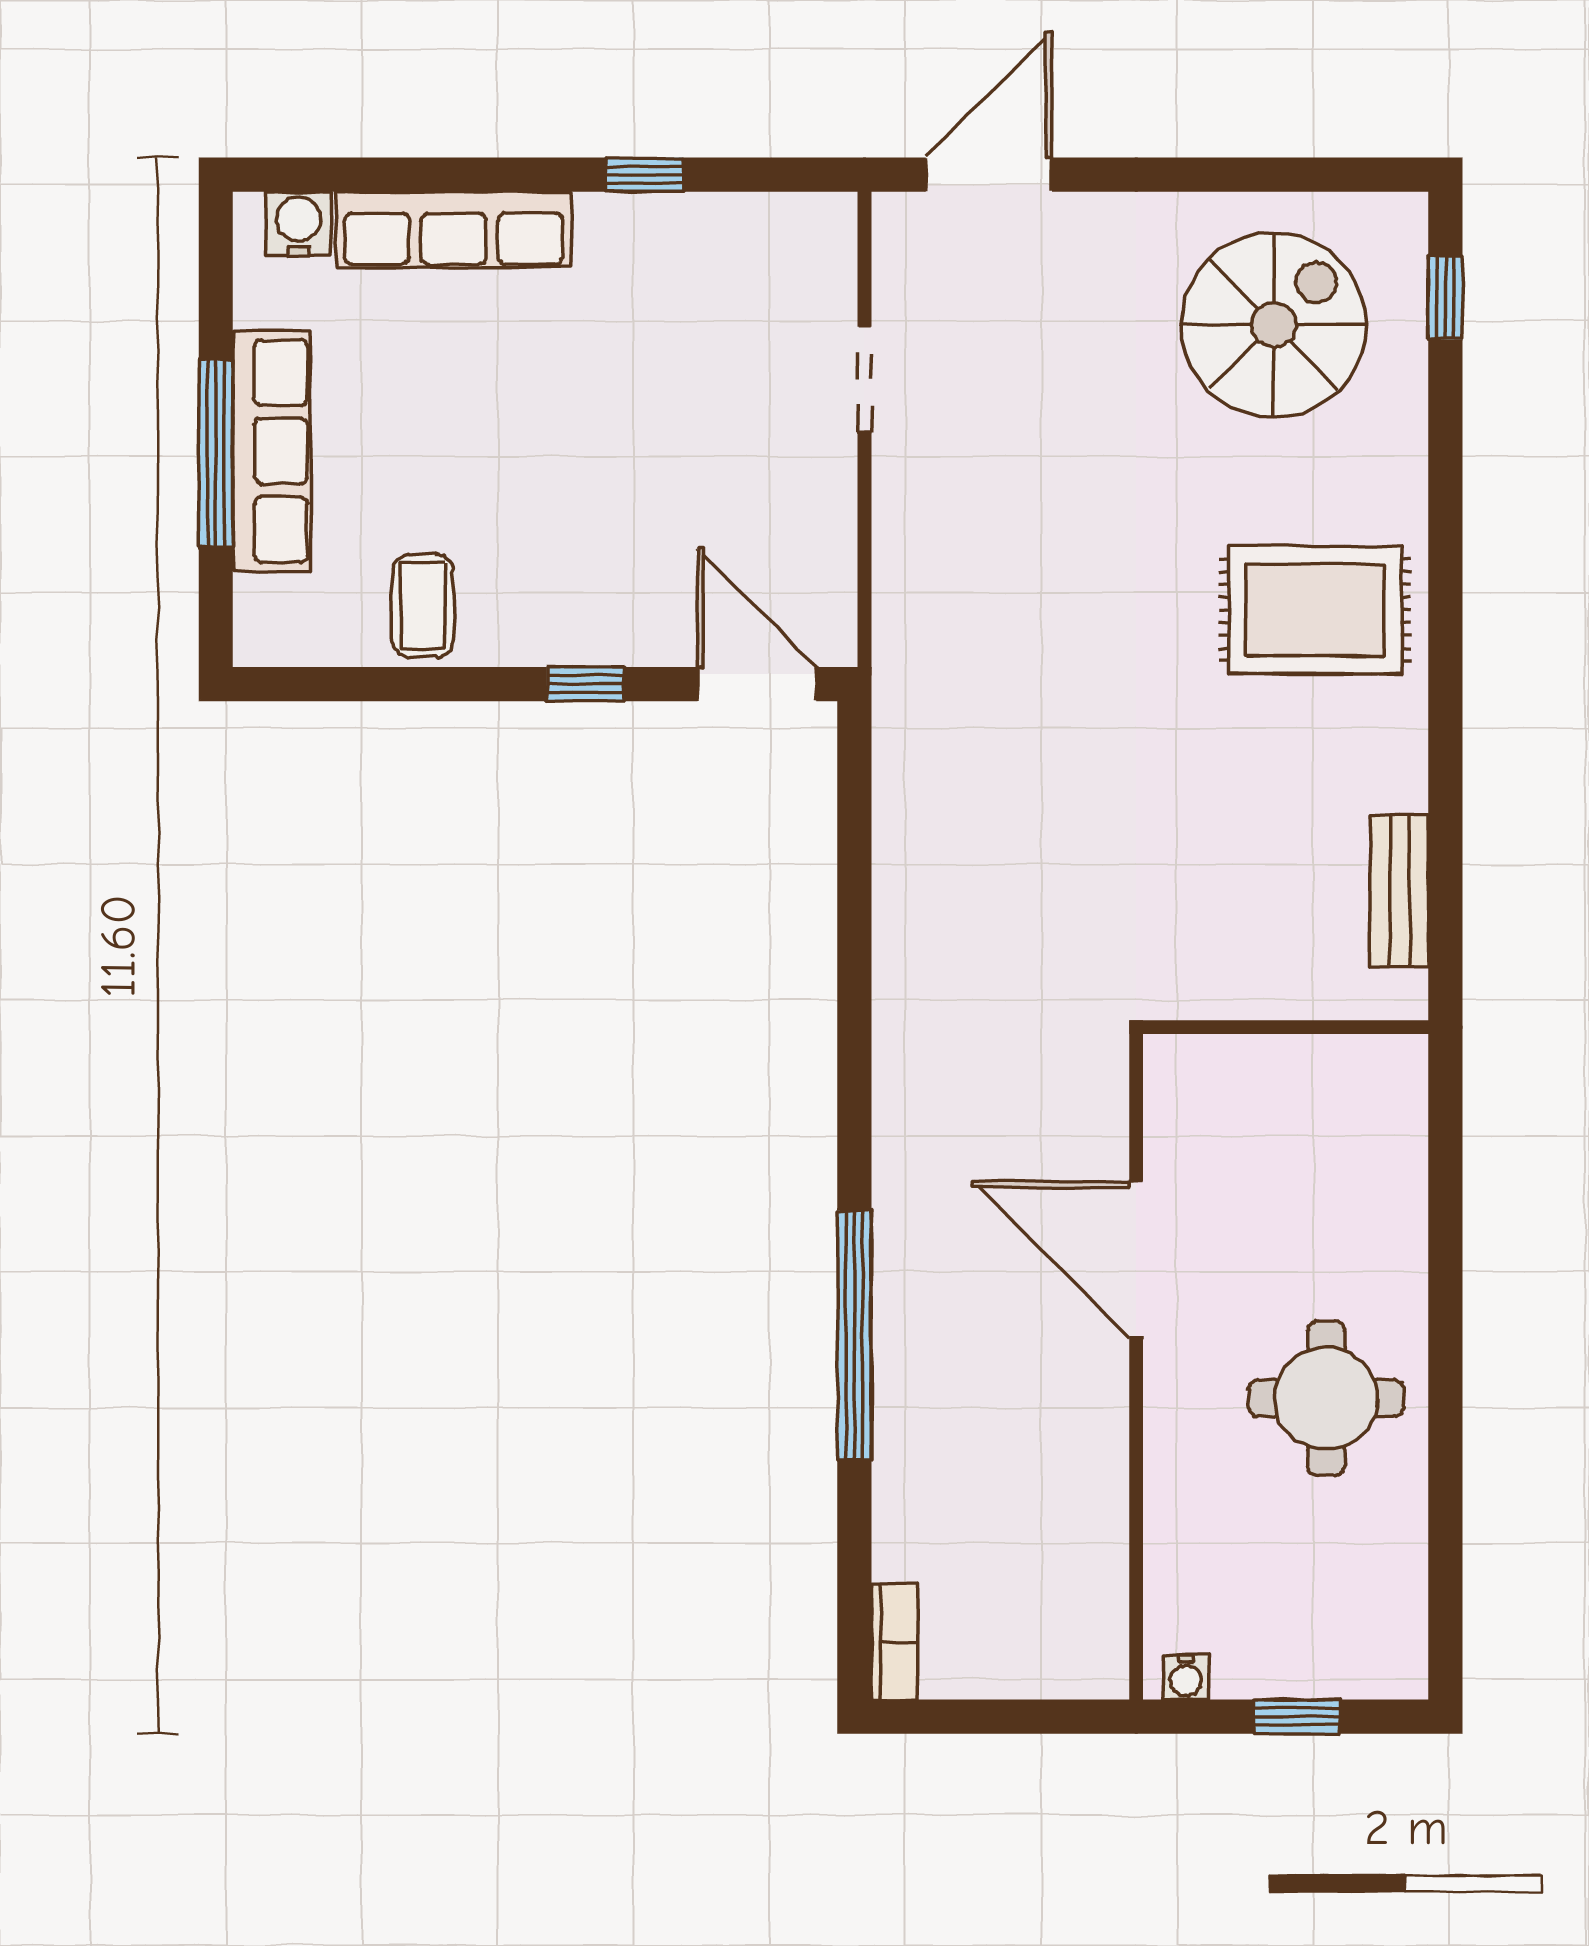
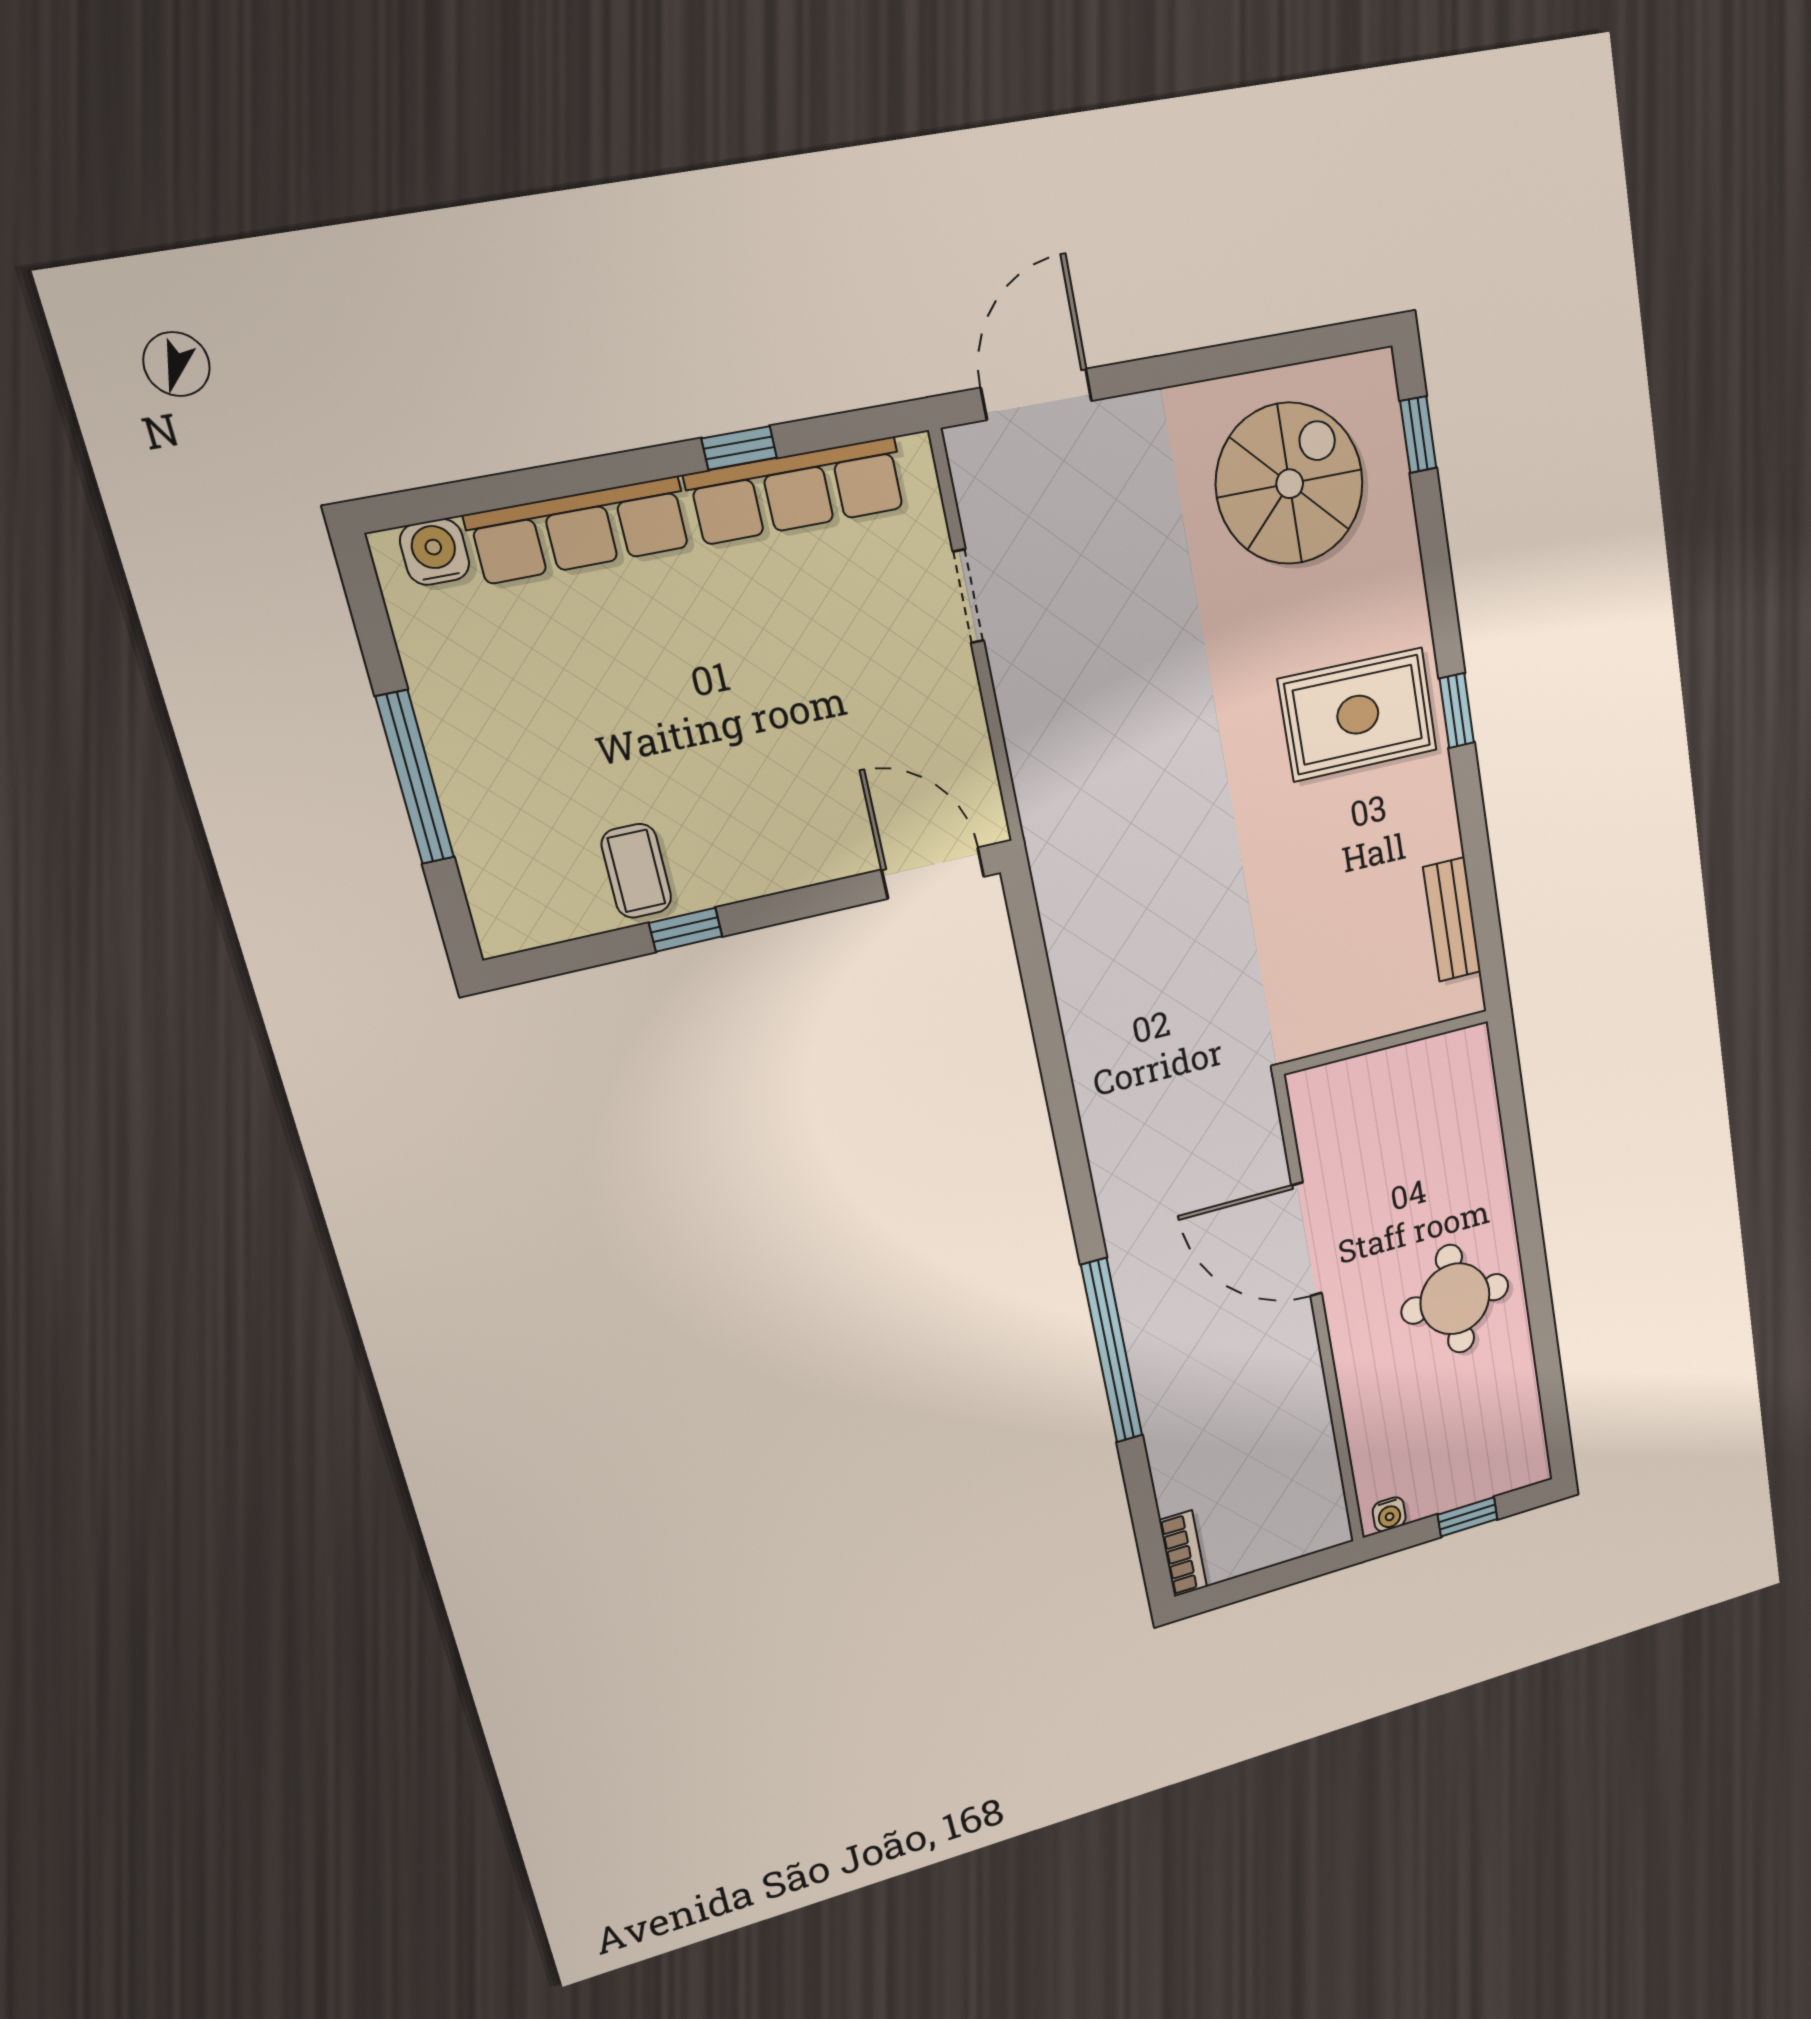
row of seats: (272, 451) -> (797, 491), moved, turned 90
window: (1445, 632) -> (1457, 711), added
window: (586, 684) -> (686, 930), moved

